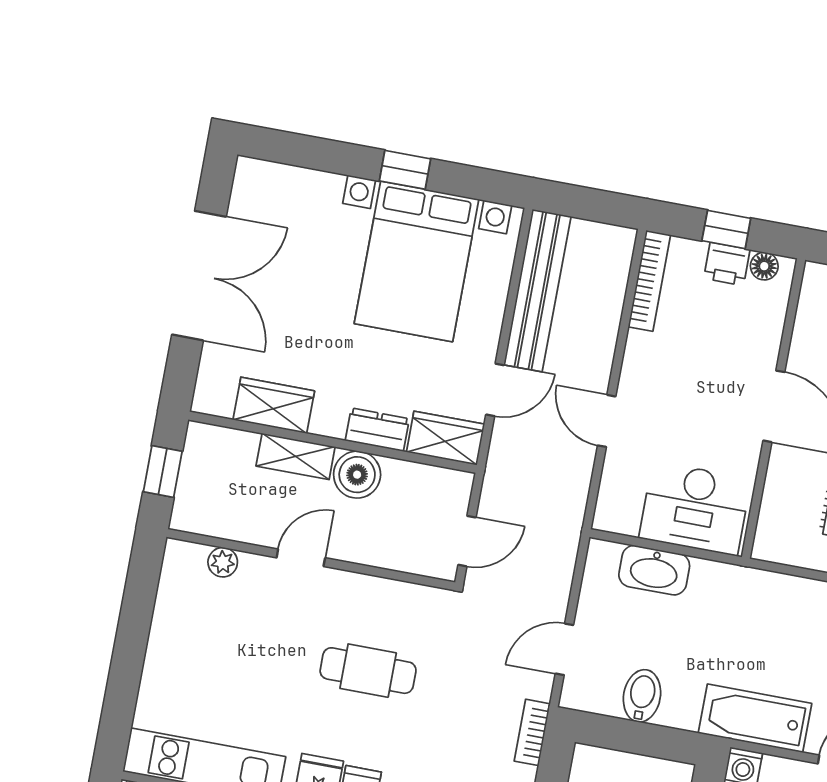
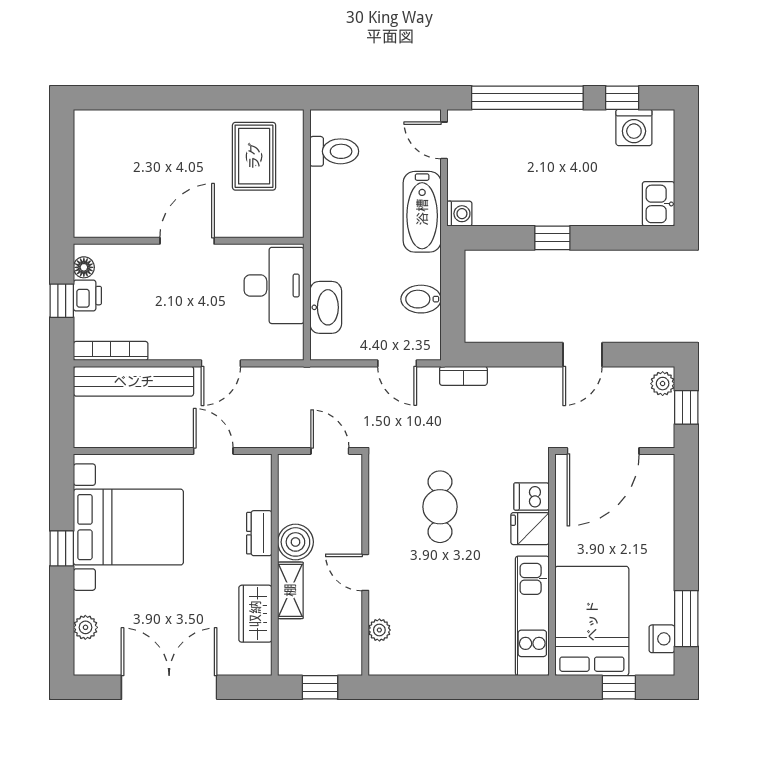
plant: (297, 182) -> (85, 627), added
bench: (537, 291) -> (134, 381), moved
wardrobe: (446, 438) -> (256, 481), removed

